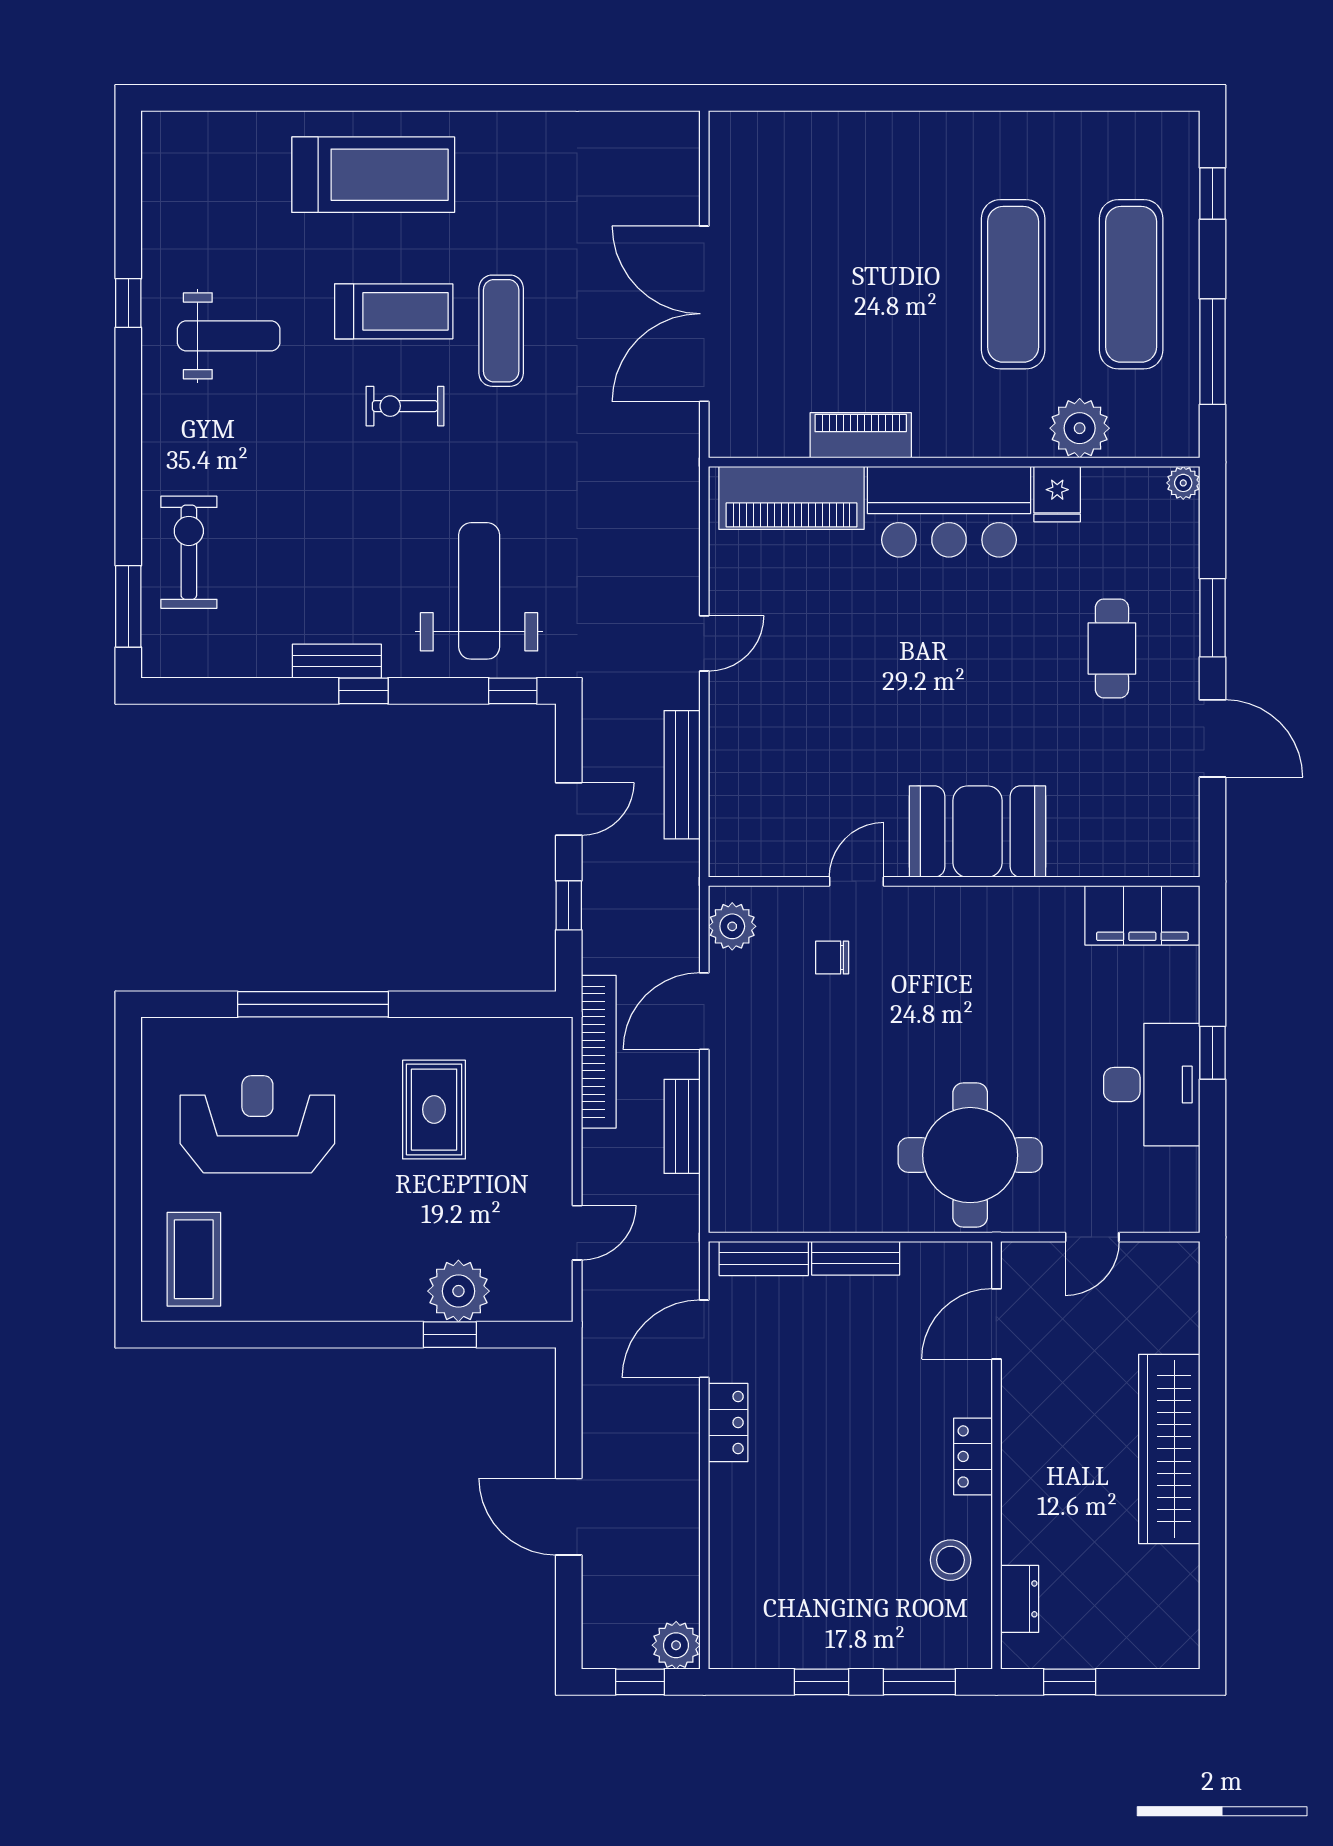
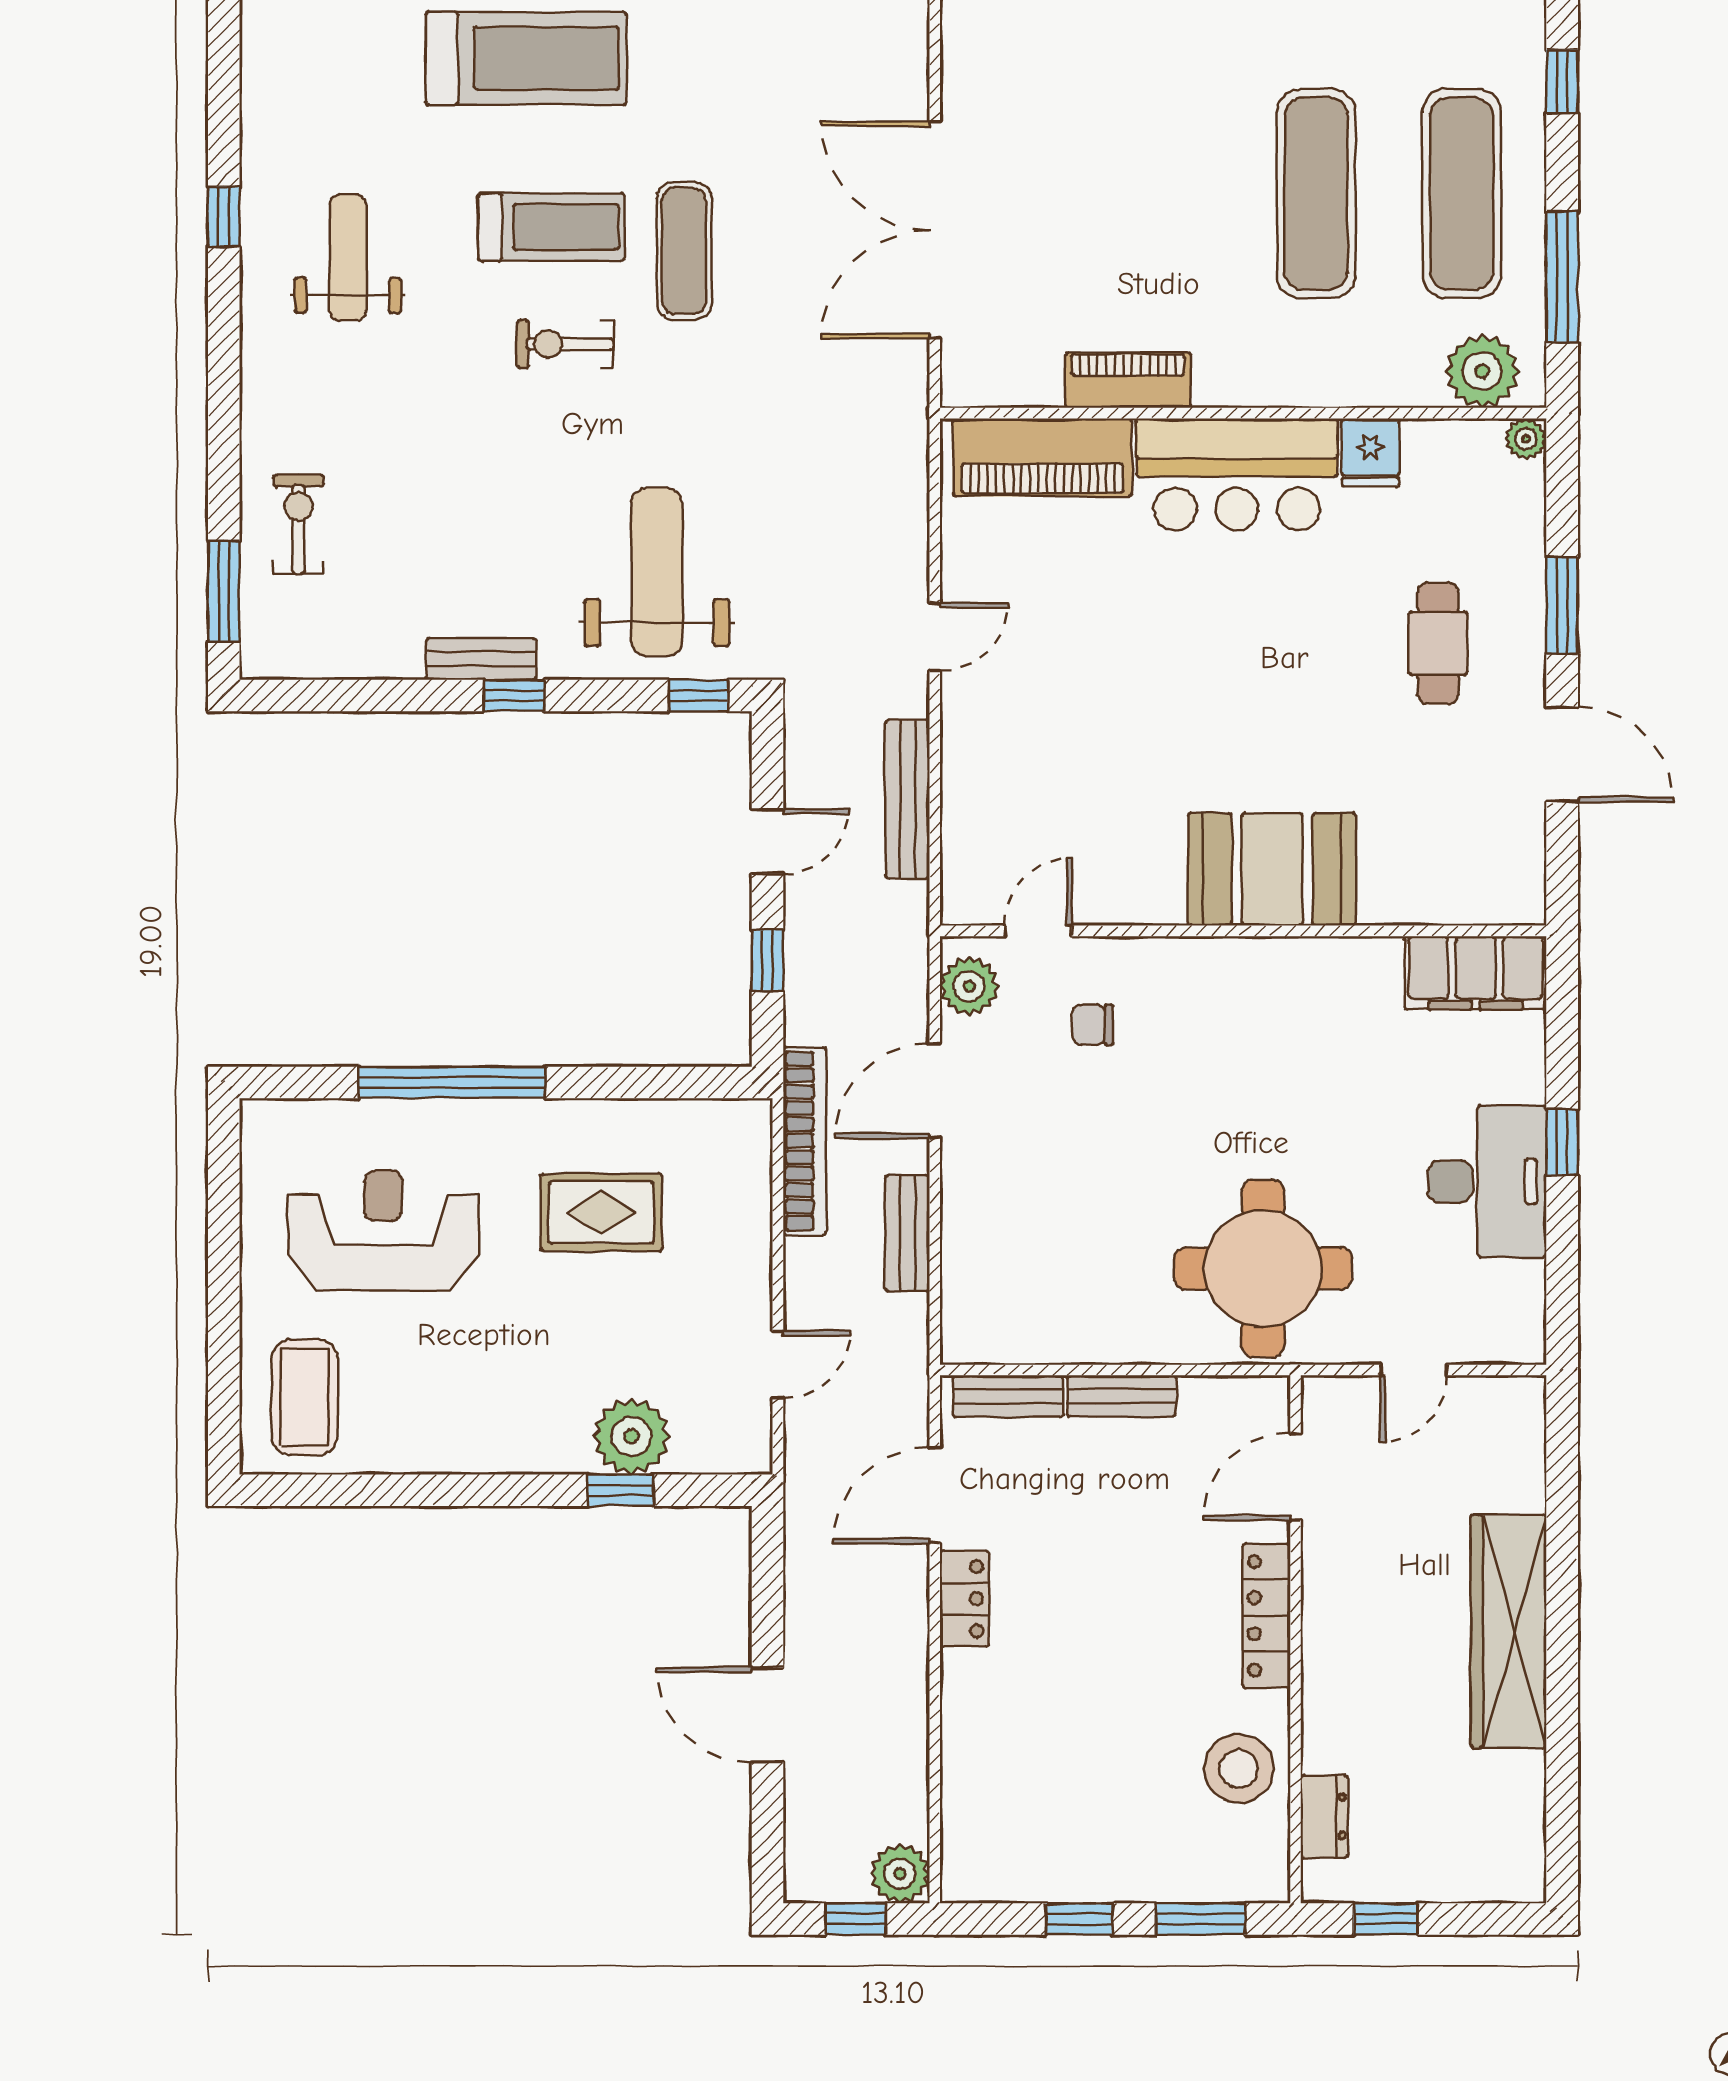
weight bench: (229, 336) -> (348, 257), turned -90
plant: (1080, 428) -> (1482, 371), moved
exercise bike: (189, 552) -> (299, 524), width x0.73, depth x0.72
door: (856, 881) -> (1038, 931), moved
rug: (434, 1110) -> (601, 1212), turned 90
locker: (973, 1456) -> (1266, 1616), width x1.53
stool: (951, 1560) -> (1239, 1768), width x1.38, depth x1.38

